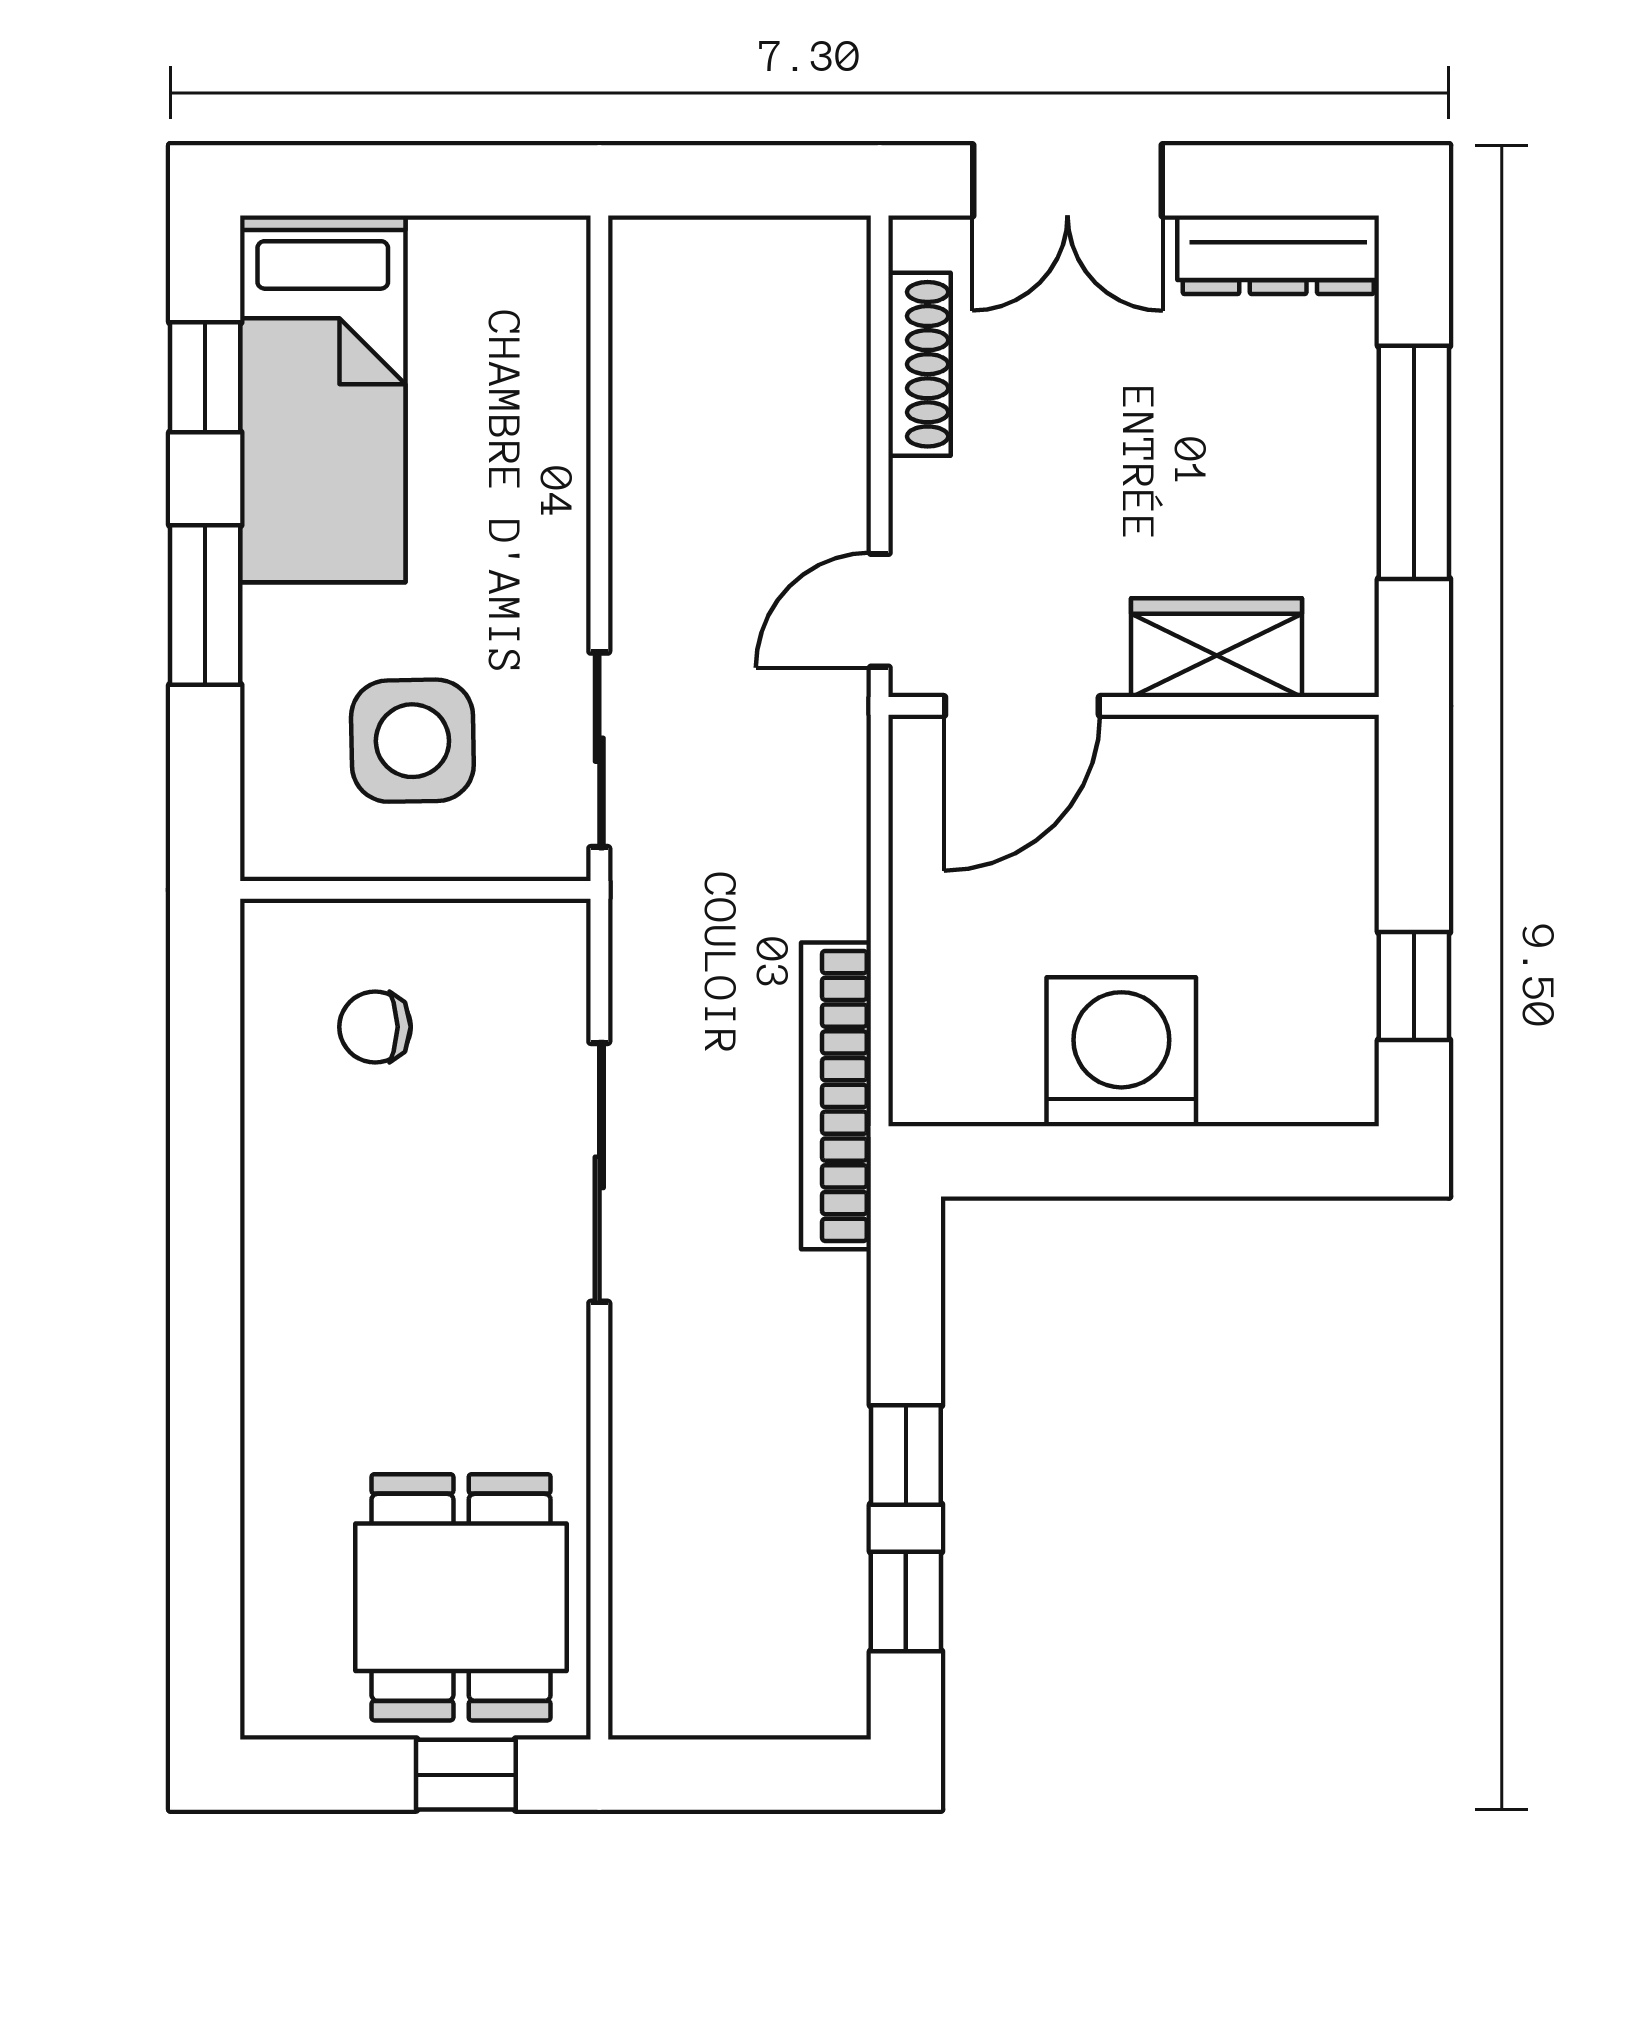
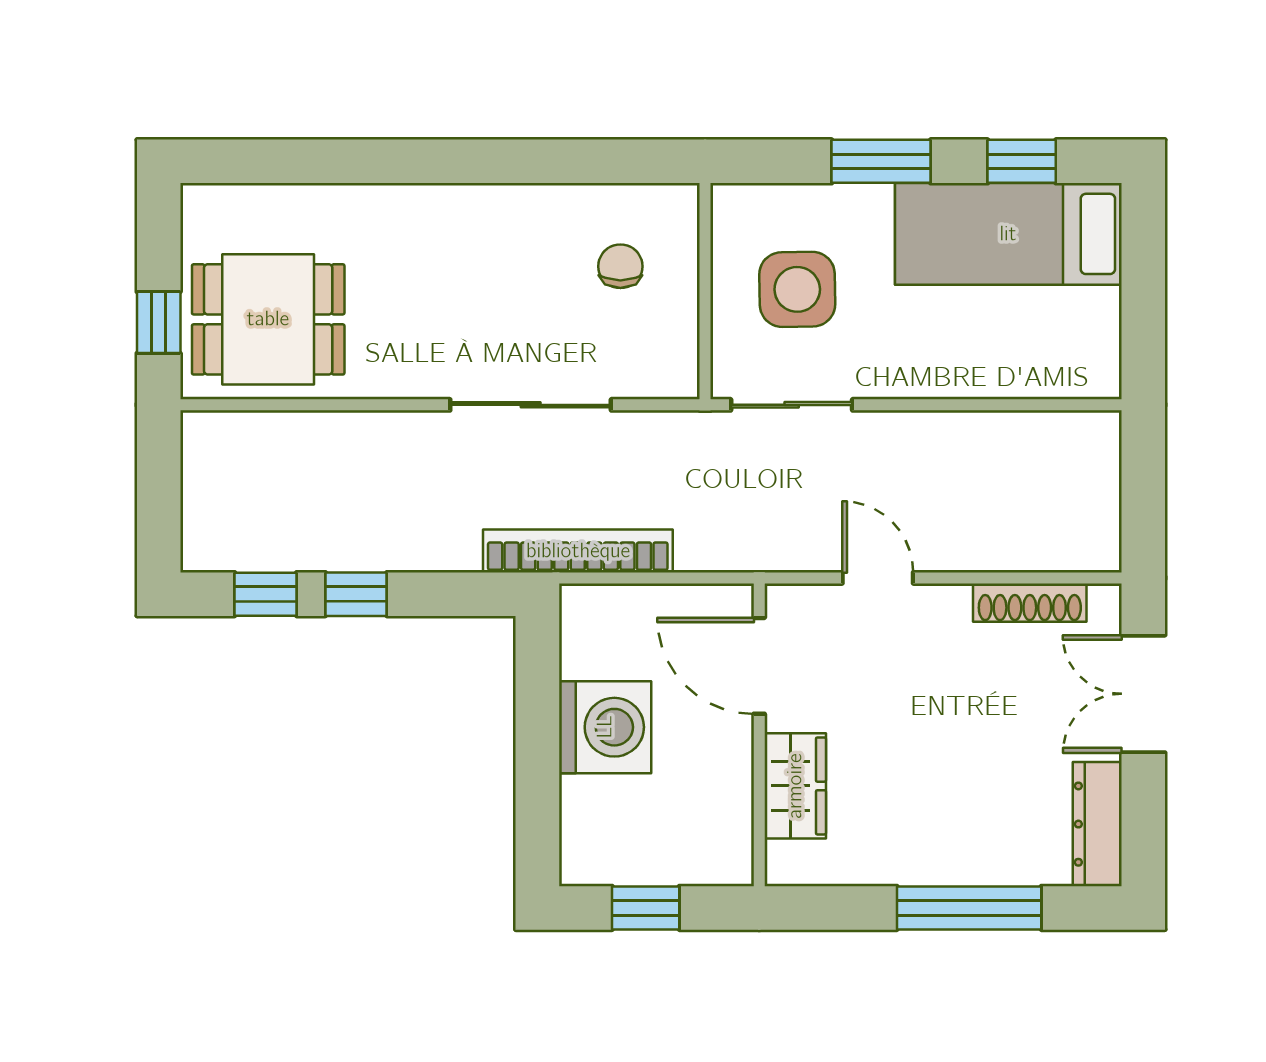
wardrobe: (1216, 648) -> (795, 786), moved
door: (1022, 706) -> (759, 666), moved
wall: (1134, 706) -> (759, 735), moved

